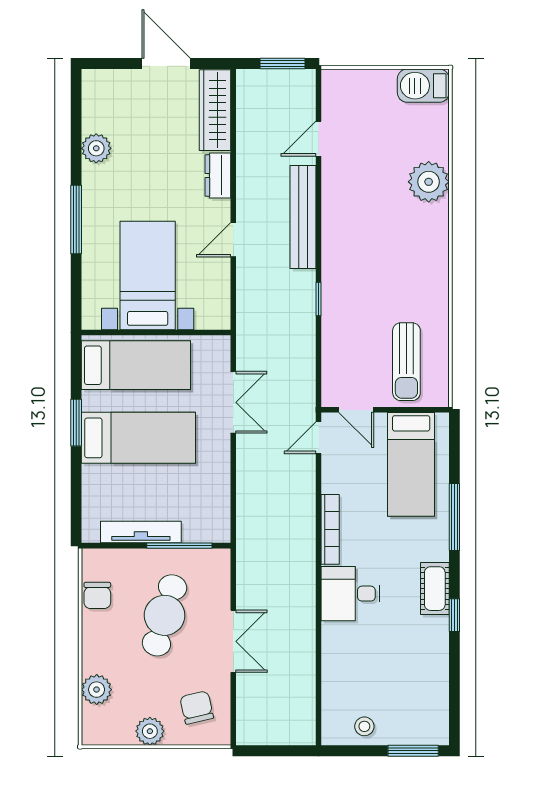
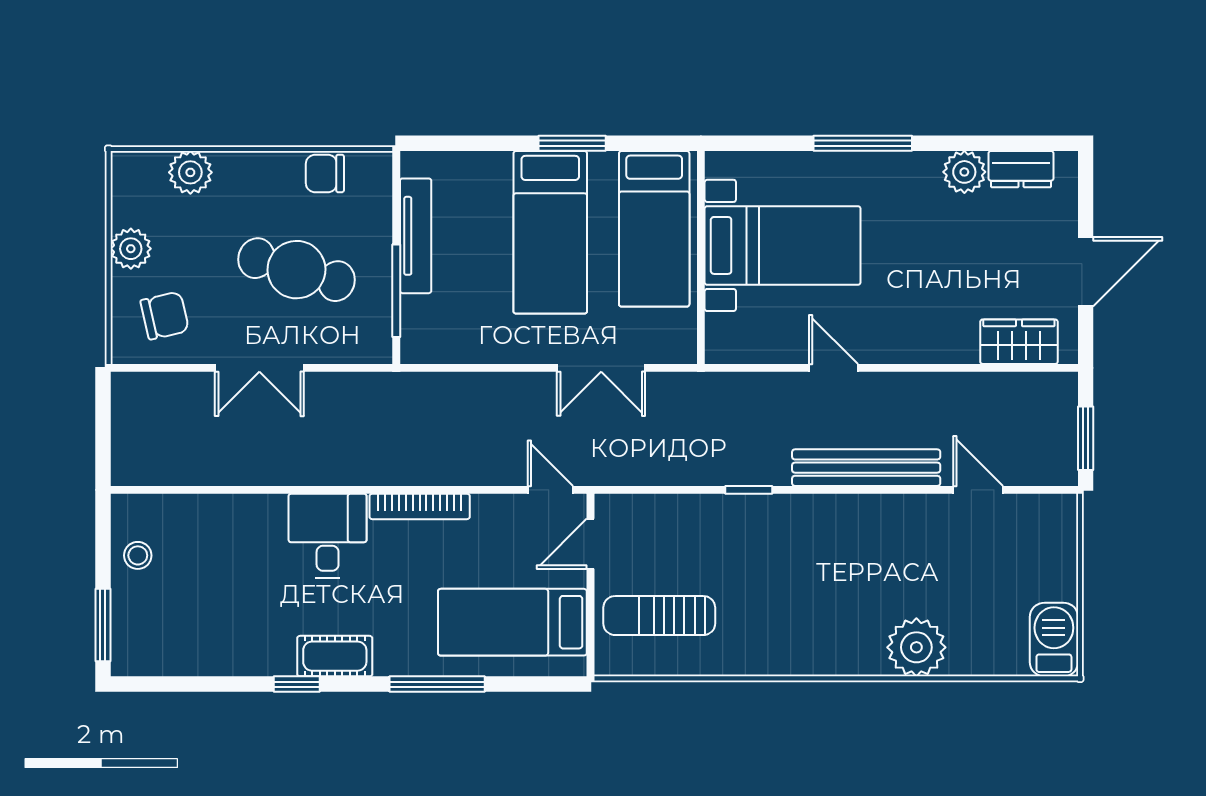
wardrobe: (215, 110) -> (1019, 342), width x0.67
dresser: (218, 175) -> (1021, 169), moved, turned 180

